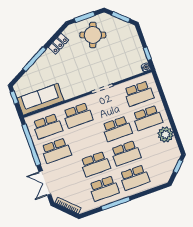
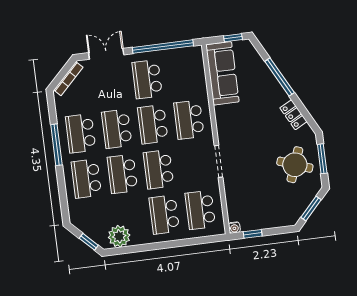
school desk: (47, 126) -> (153, 124), moved
plant: (165, 135) -> (119, 236), moved

